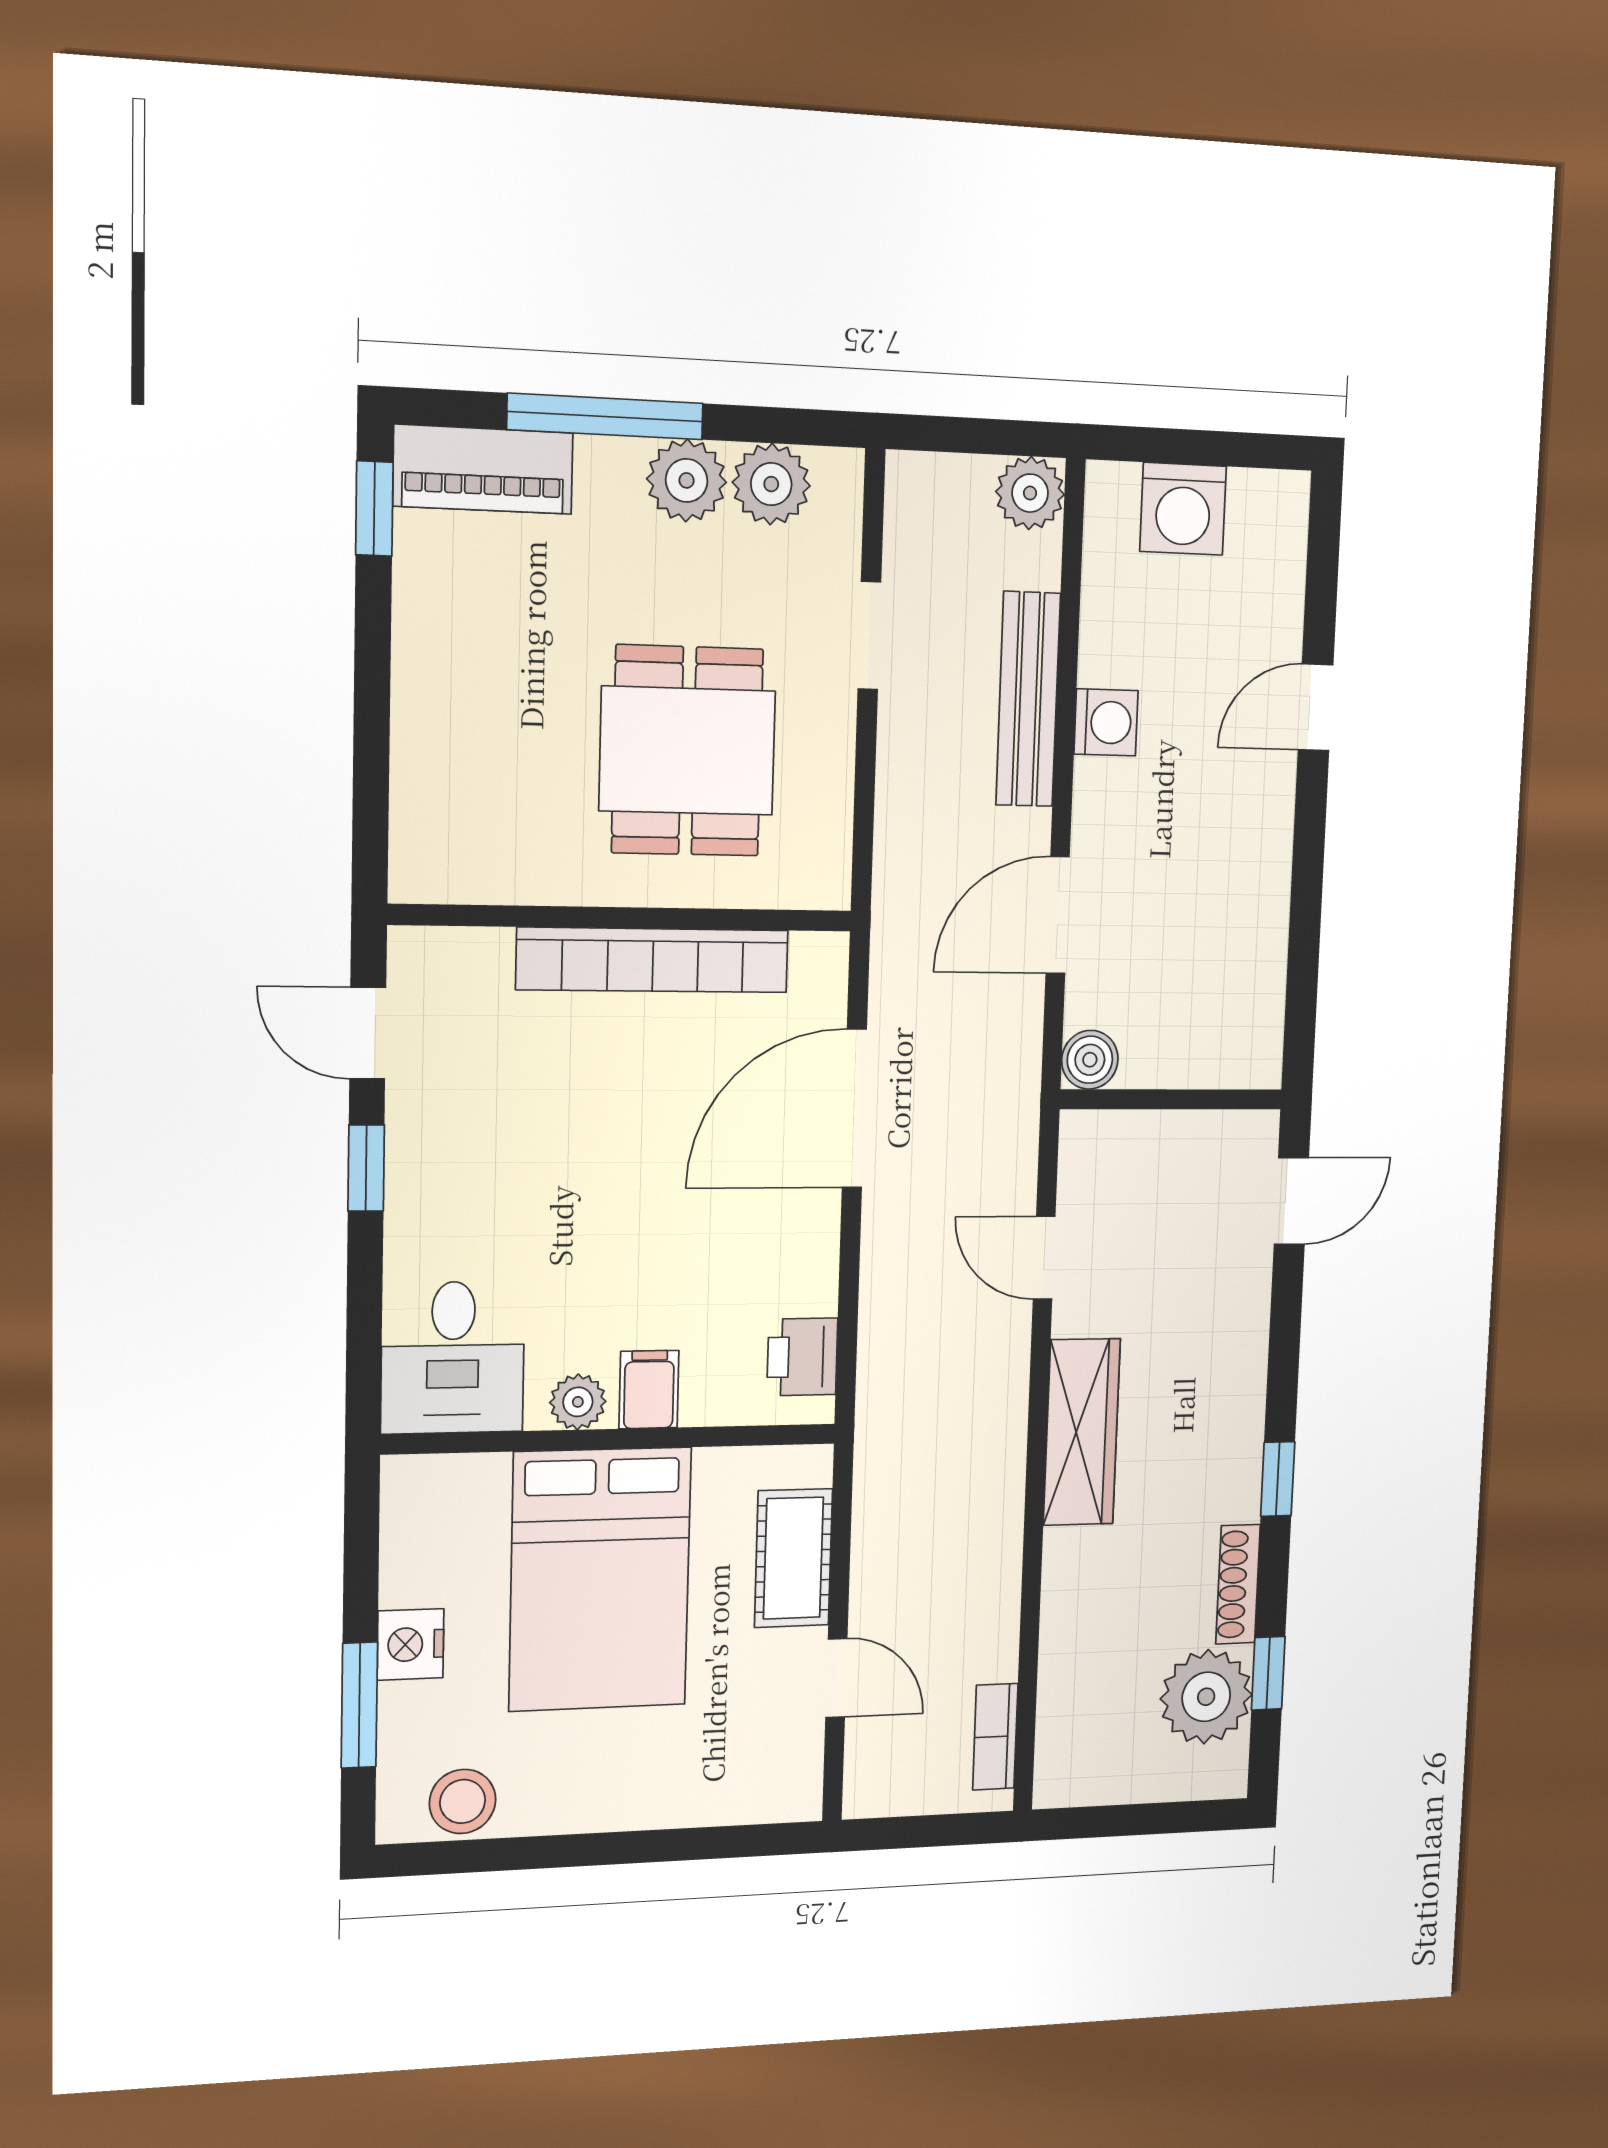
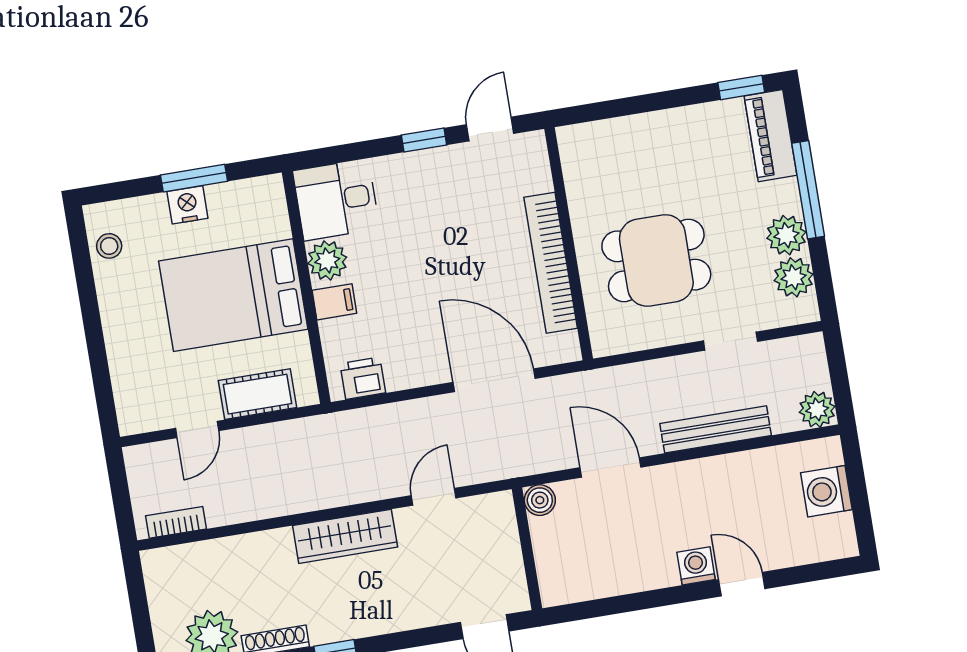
washing machine: (1106, 722) -> (696, 566), moved, turned 180
plant: (578, 1402) -> (327, 260), width x1.38, depth x1.38
window: (359, 1705) -> (194, 178), moved
stool: (463, 1801) -> (109, 246), width x0.73, depth x0.73

